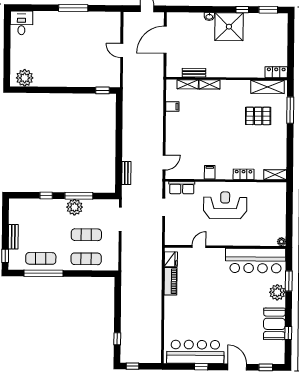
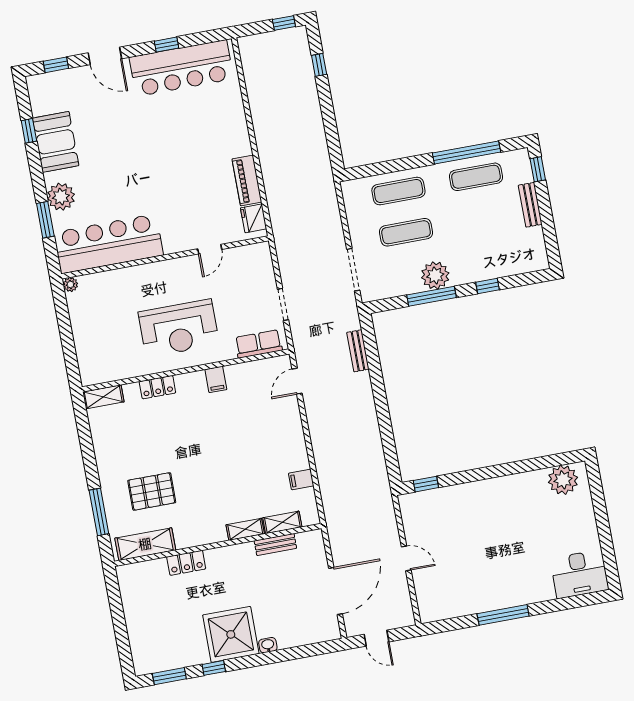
desk: (21, 23) -> (579, 574), width x1.37
locker: (276, 72) -> (186, 563), moved

